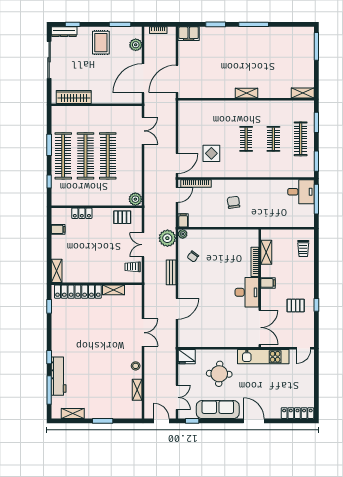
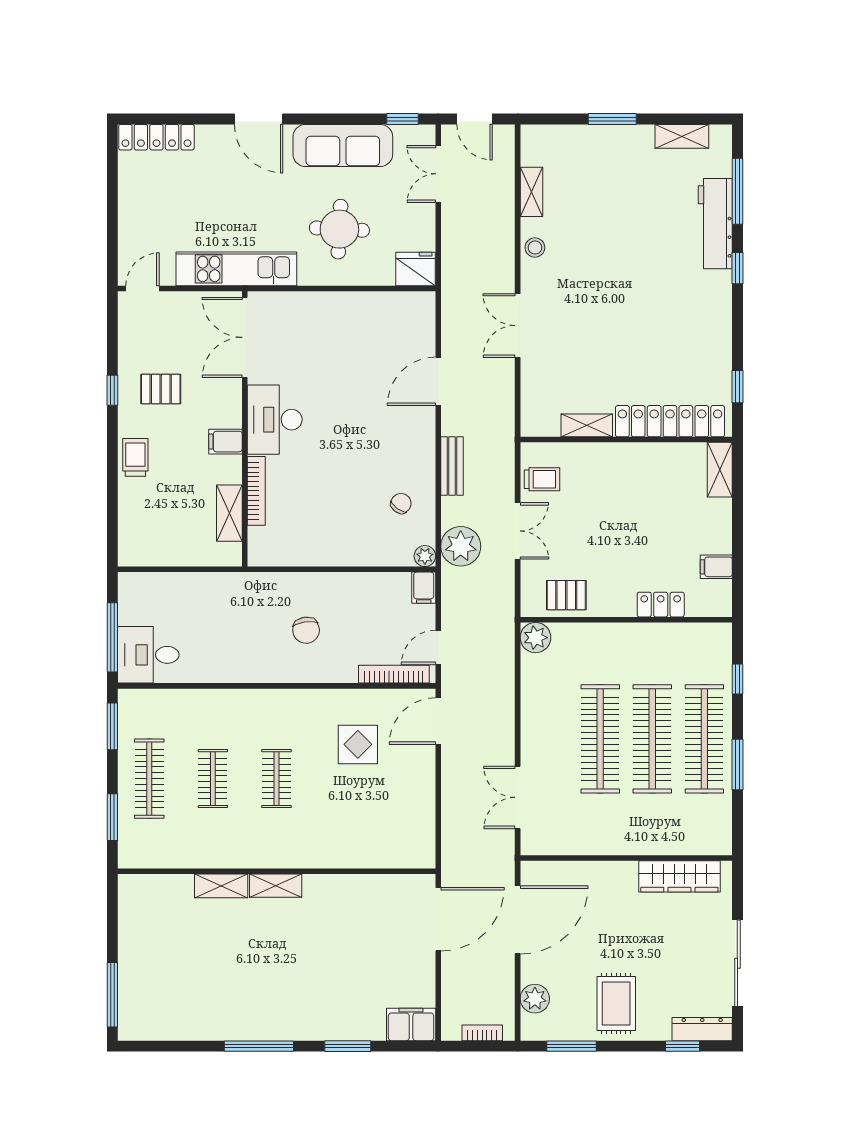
shelving: (303, 93) -> (221, 886), moved
trolley: (303, 248) -> (135, 457), moved

